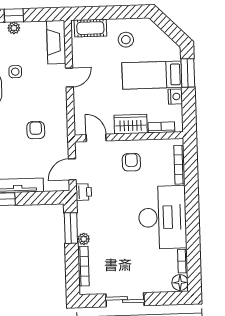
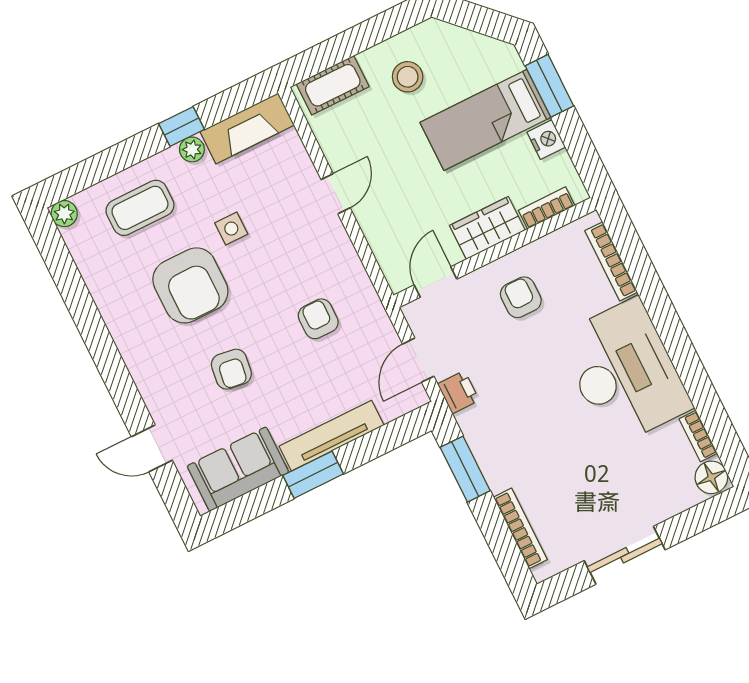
fireplace: (56, 42) -> (247, 128), moved, turned -90
door: (96, 138) -> (436, 282), hinge flipped
plant: (84, 239) -> (498, 478), removed

